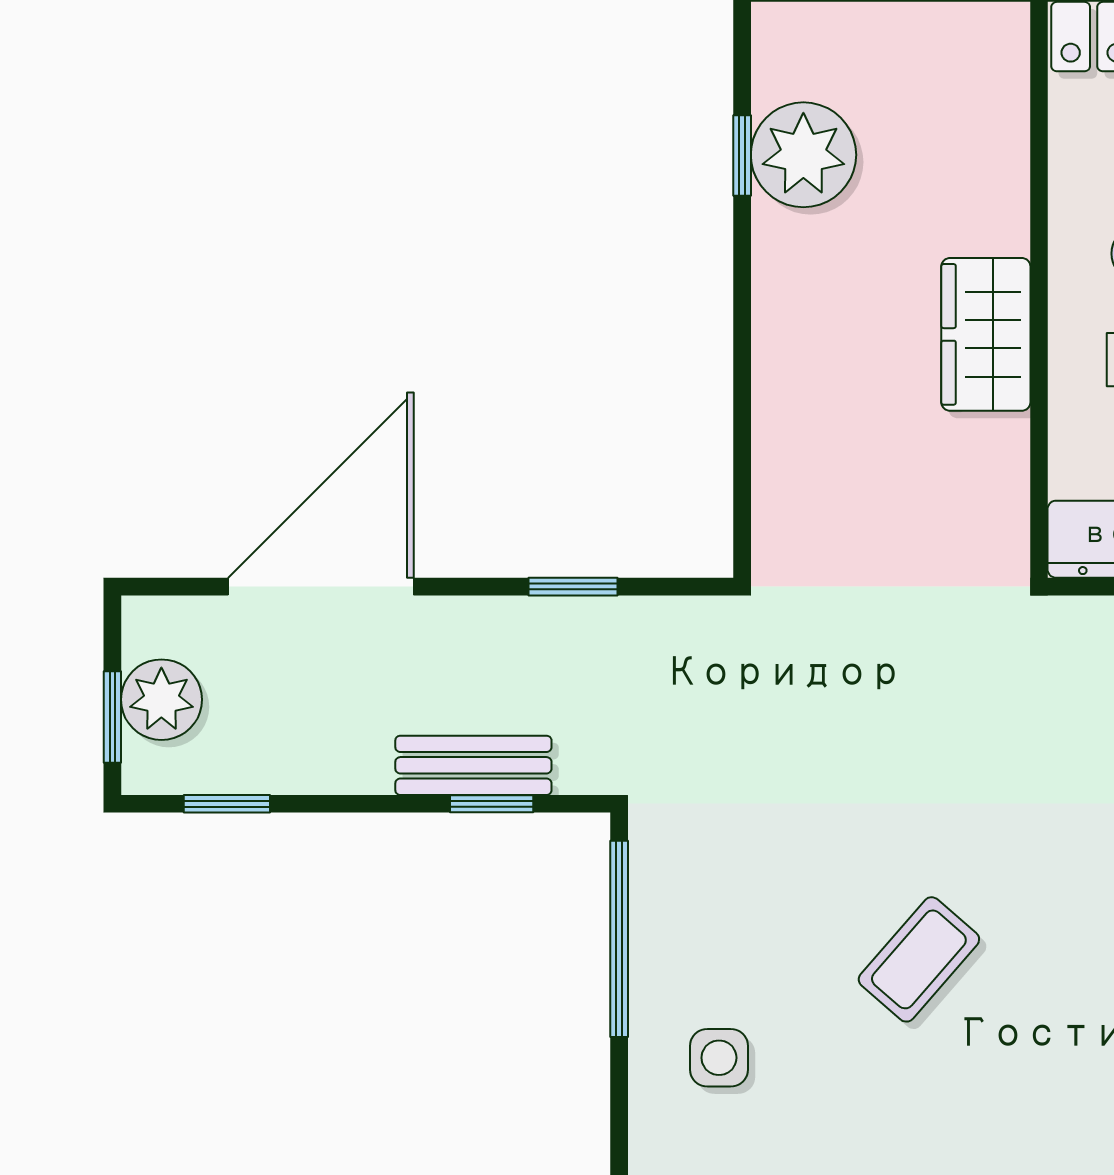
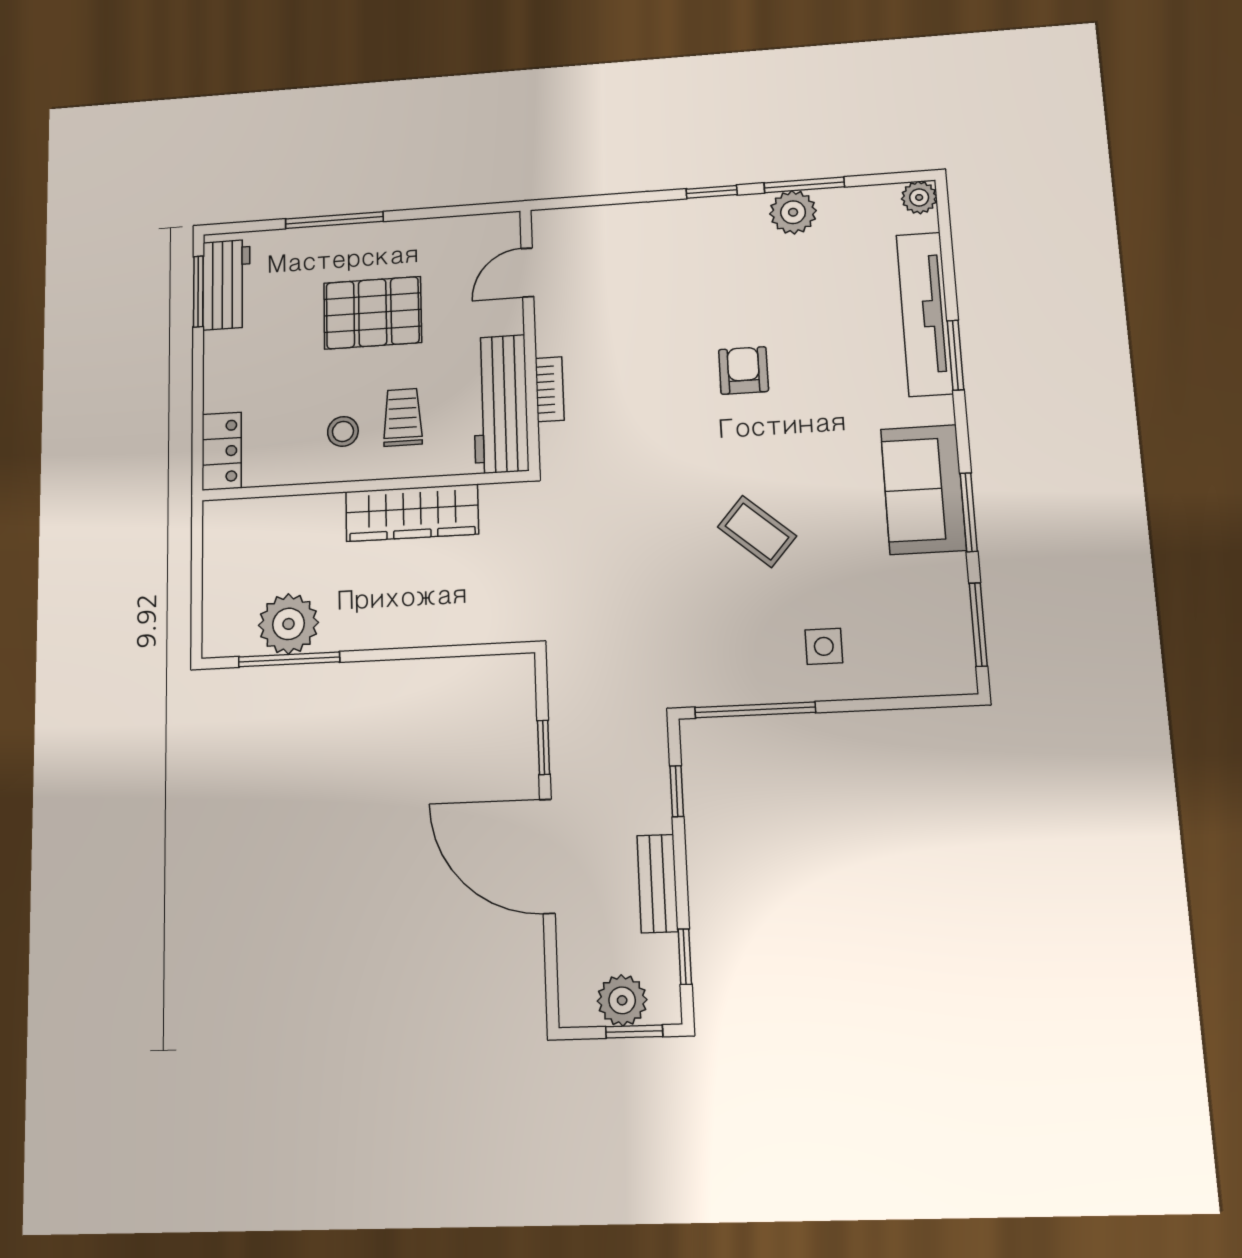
window: (742, 155) -> (289, 659), width x2.17
wardrobe: (986, 334) -> (412, 513), width x1.50
door: (321, 587) -> (547, 856), moved
bench: (473, 765) -> (658, 883), moved

